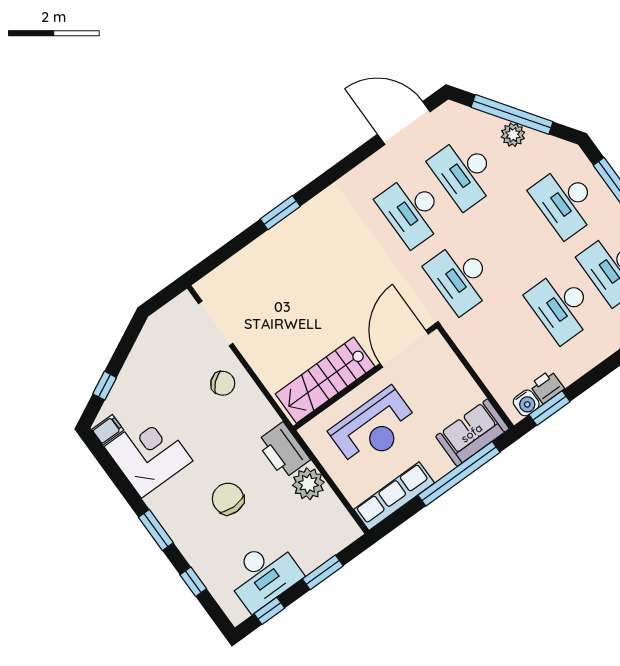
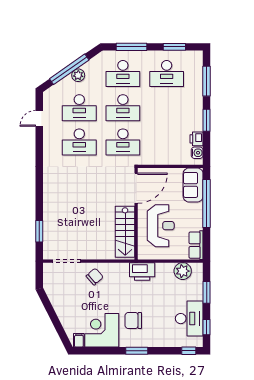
door: (404, 123) -> (39, 118), width x0.53
window: (280, 213) -> (39, 231), moved
desk: (561, 306) -> (123, 108), moved
door: (404, 349) -> (136, 188), swing flipped
window: (105, 386) -> (59, 328), removed
window: (550, 408) -> (207, 120), moved
plant: (308, 484) -> (183, 271), moved
row of seats: (394, 496) -> (196, 245), width x0.68
chair: (228, 499) -> (133, 321), moved
window: (193, 582) -> (189, 351), moved

